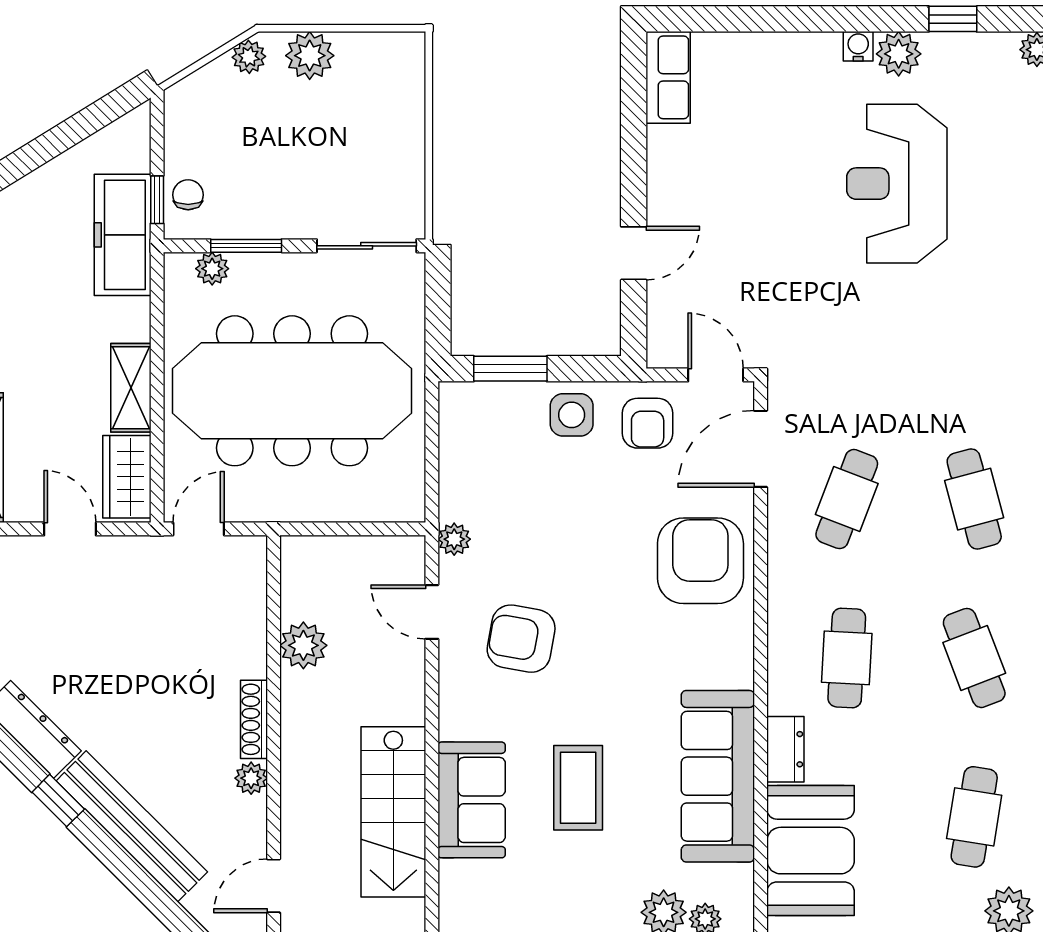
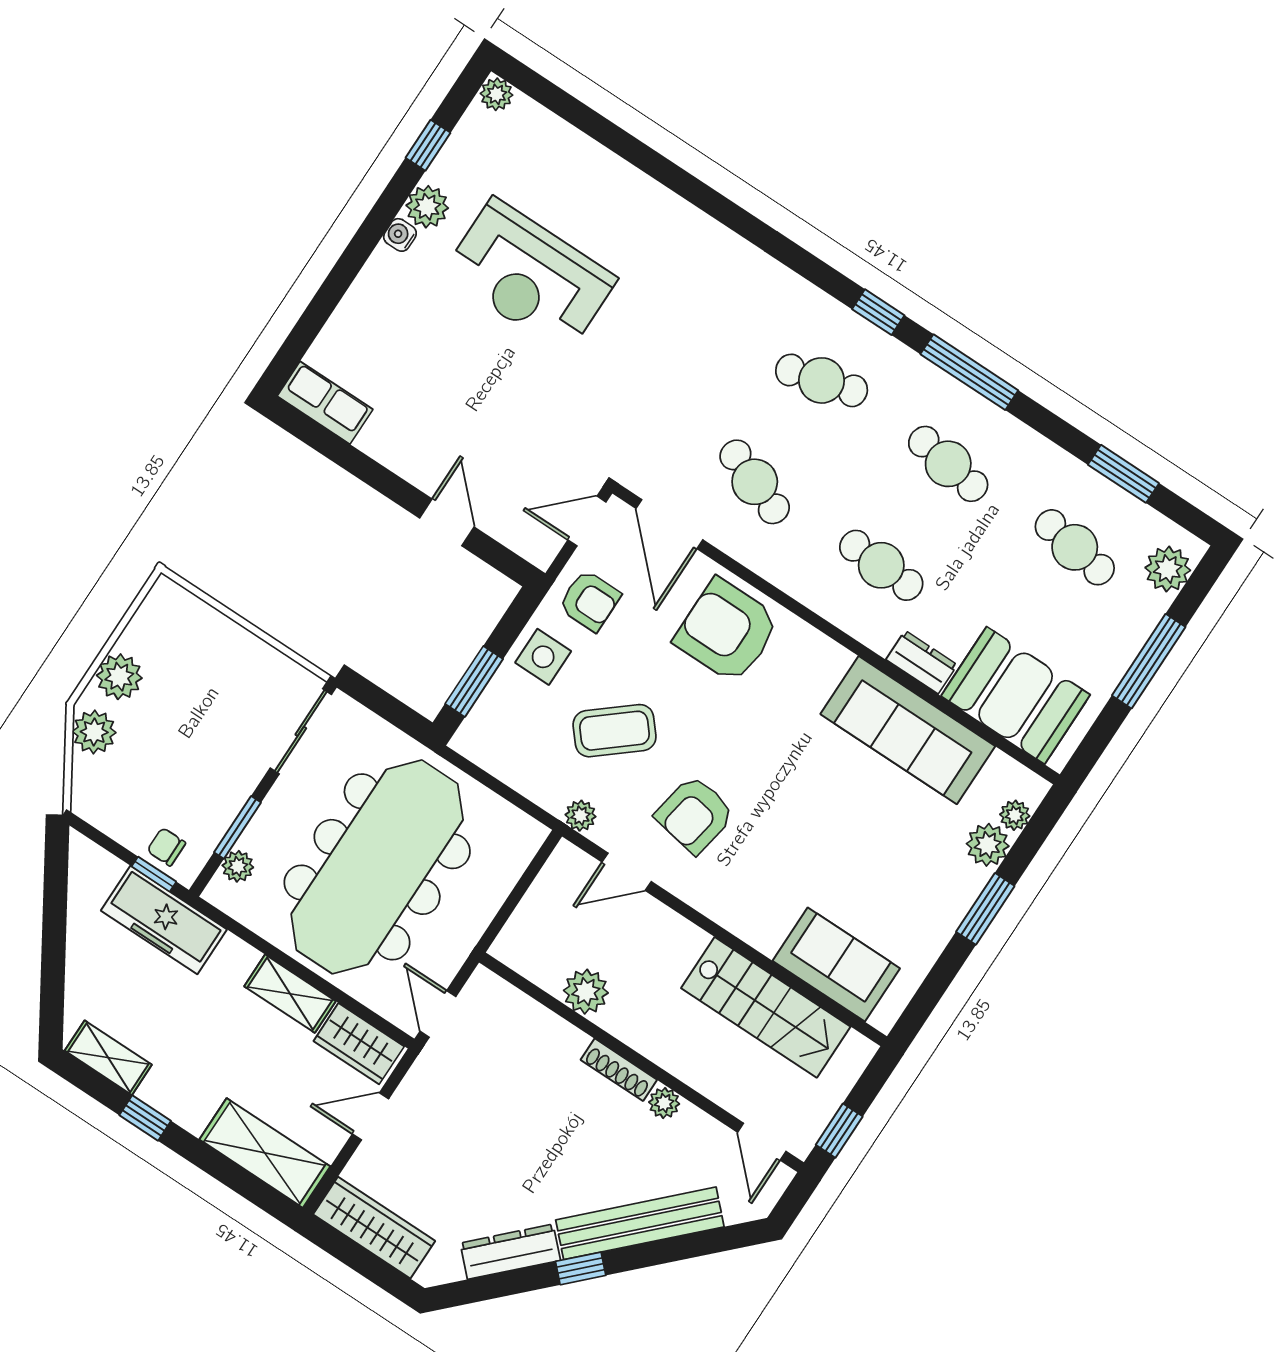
plant: (249, 57) -> (94, 732), width x1.38, depth x1.38
cafe table: (974, 658) -> (948, 464), turned 30
coffee table: (578, 788) -> (615, 731), moved, turned -40
sofa: (472, 800) -> (836, 965), moved

